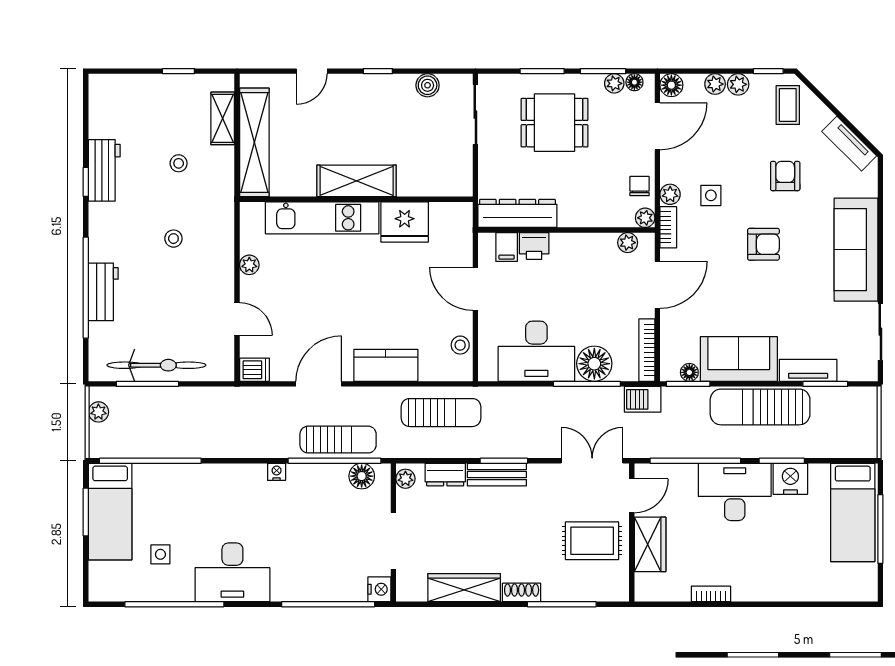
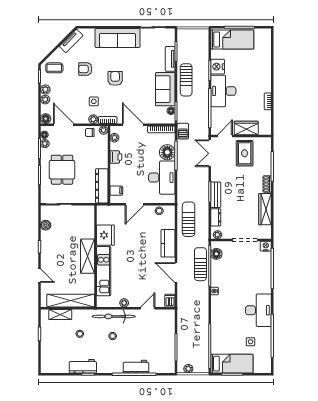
printer: (534, 246) -> (116, 157), moved
bicycle: (156, 365) -> (114, 316), moved, turned -90
sun lounger: (760, 407) -> (186, 80), width x0.73, depth x0.75
door: (632, 496) -> (225, 136), hinge flipped

